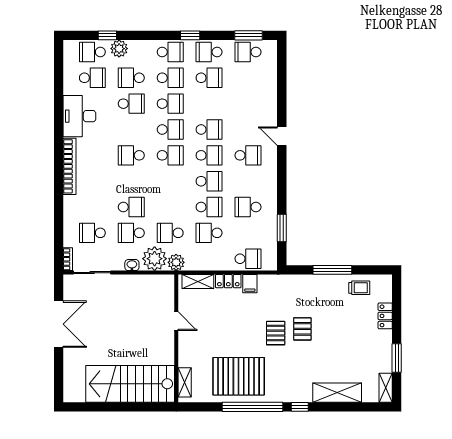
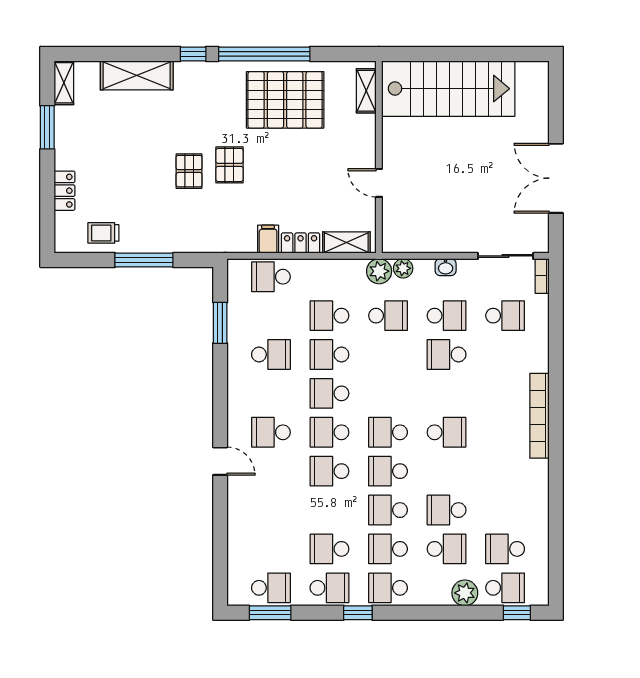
window: (107, 35) -> (517, 613), moved
desk: (79, 116) -> (525, 491), removed
school desk: (209, 233) -> (329, 316), turned 180
plant: (155, 259) -> (403, 268), width x0.53, depth x0.53

